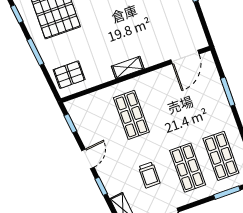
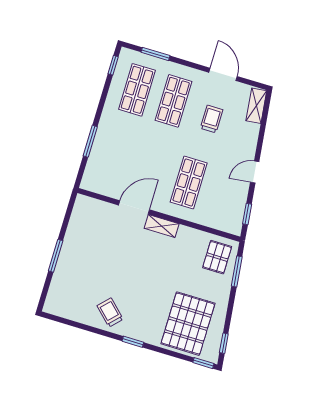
window: (35, 52) -> (237, 271), moved
door: (185, 57) -> (134, 207), moved
pallet: (69, 75) -> (217, 257), turned 90
window: (101, 186) -> (260, 140), removed

